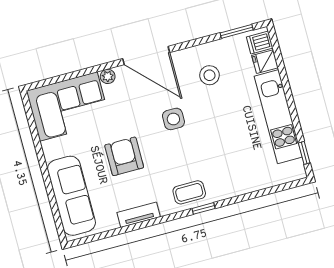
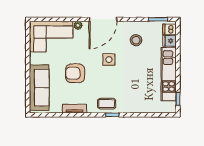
door: (146, 56) -> (103, 19), hinge flipped
armchair: (124, 156) -> (75, 73), turned -90

